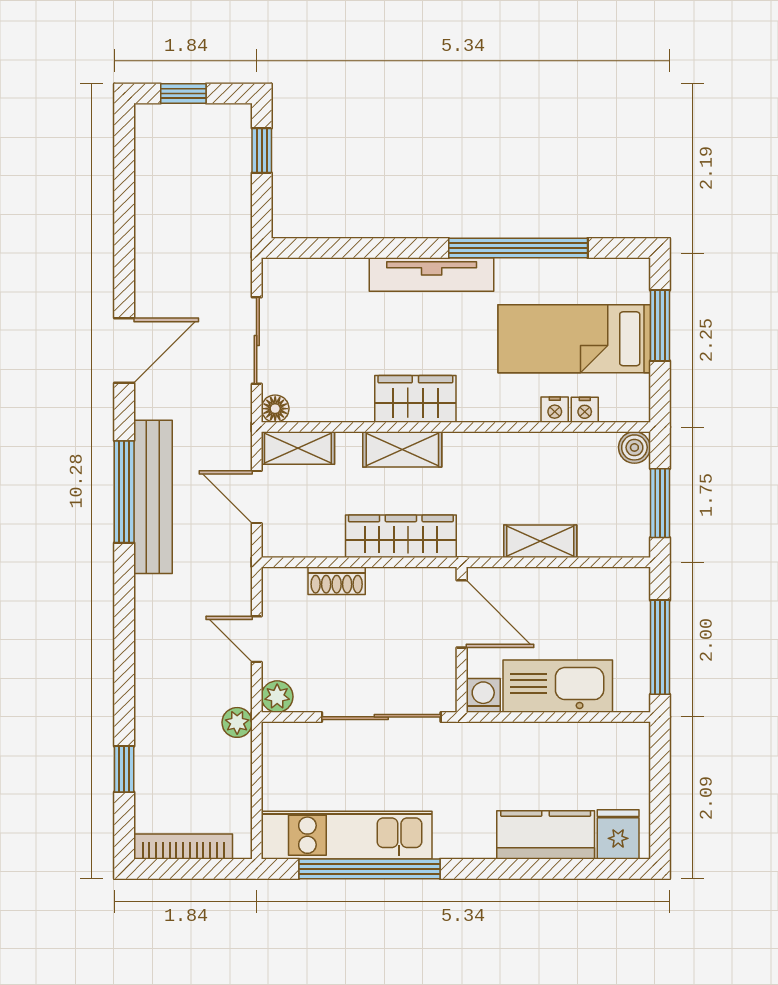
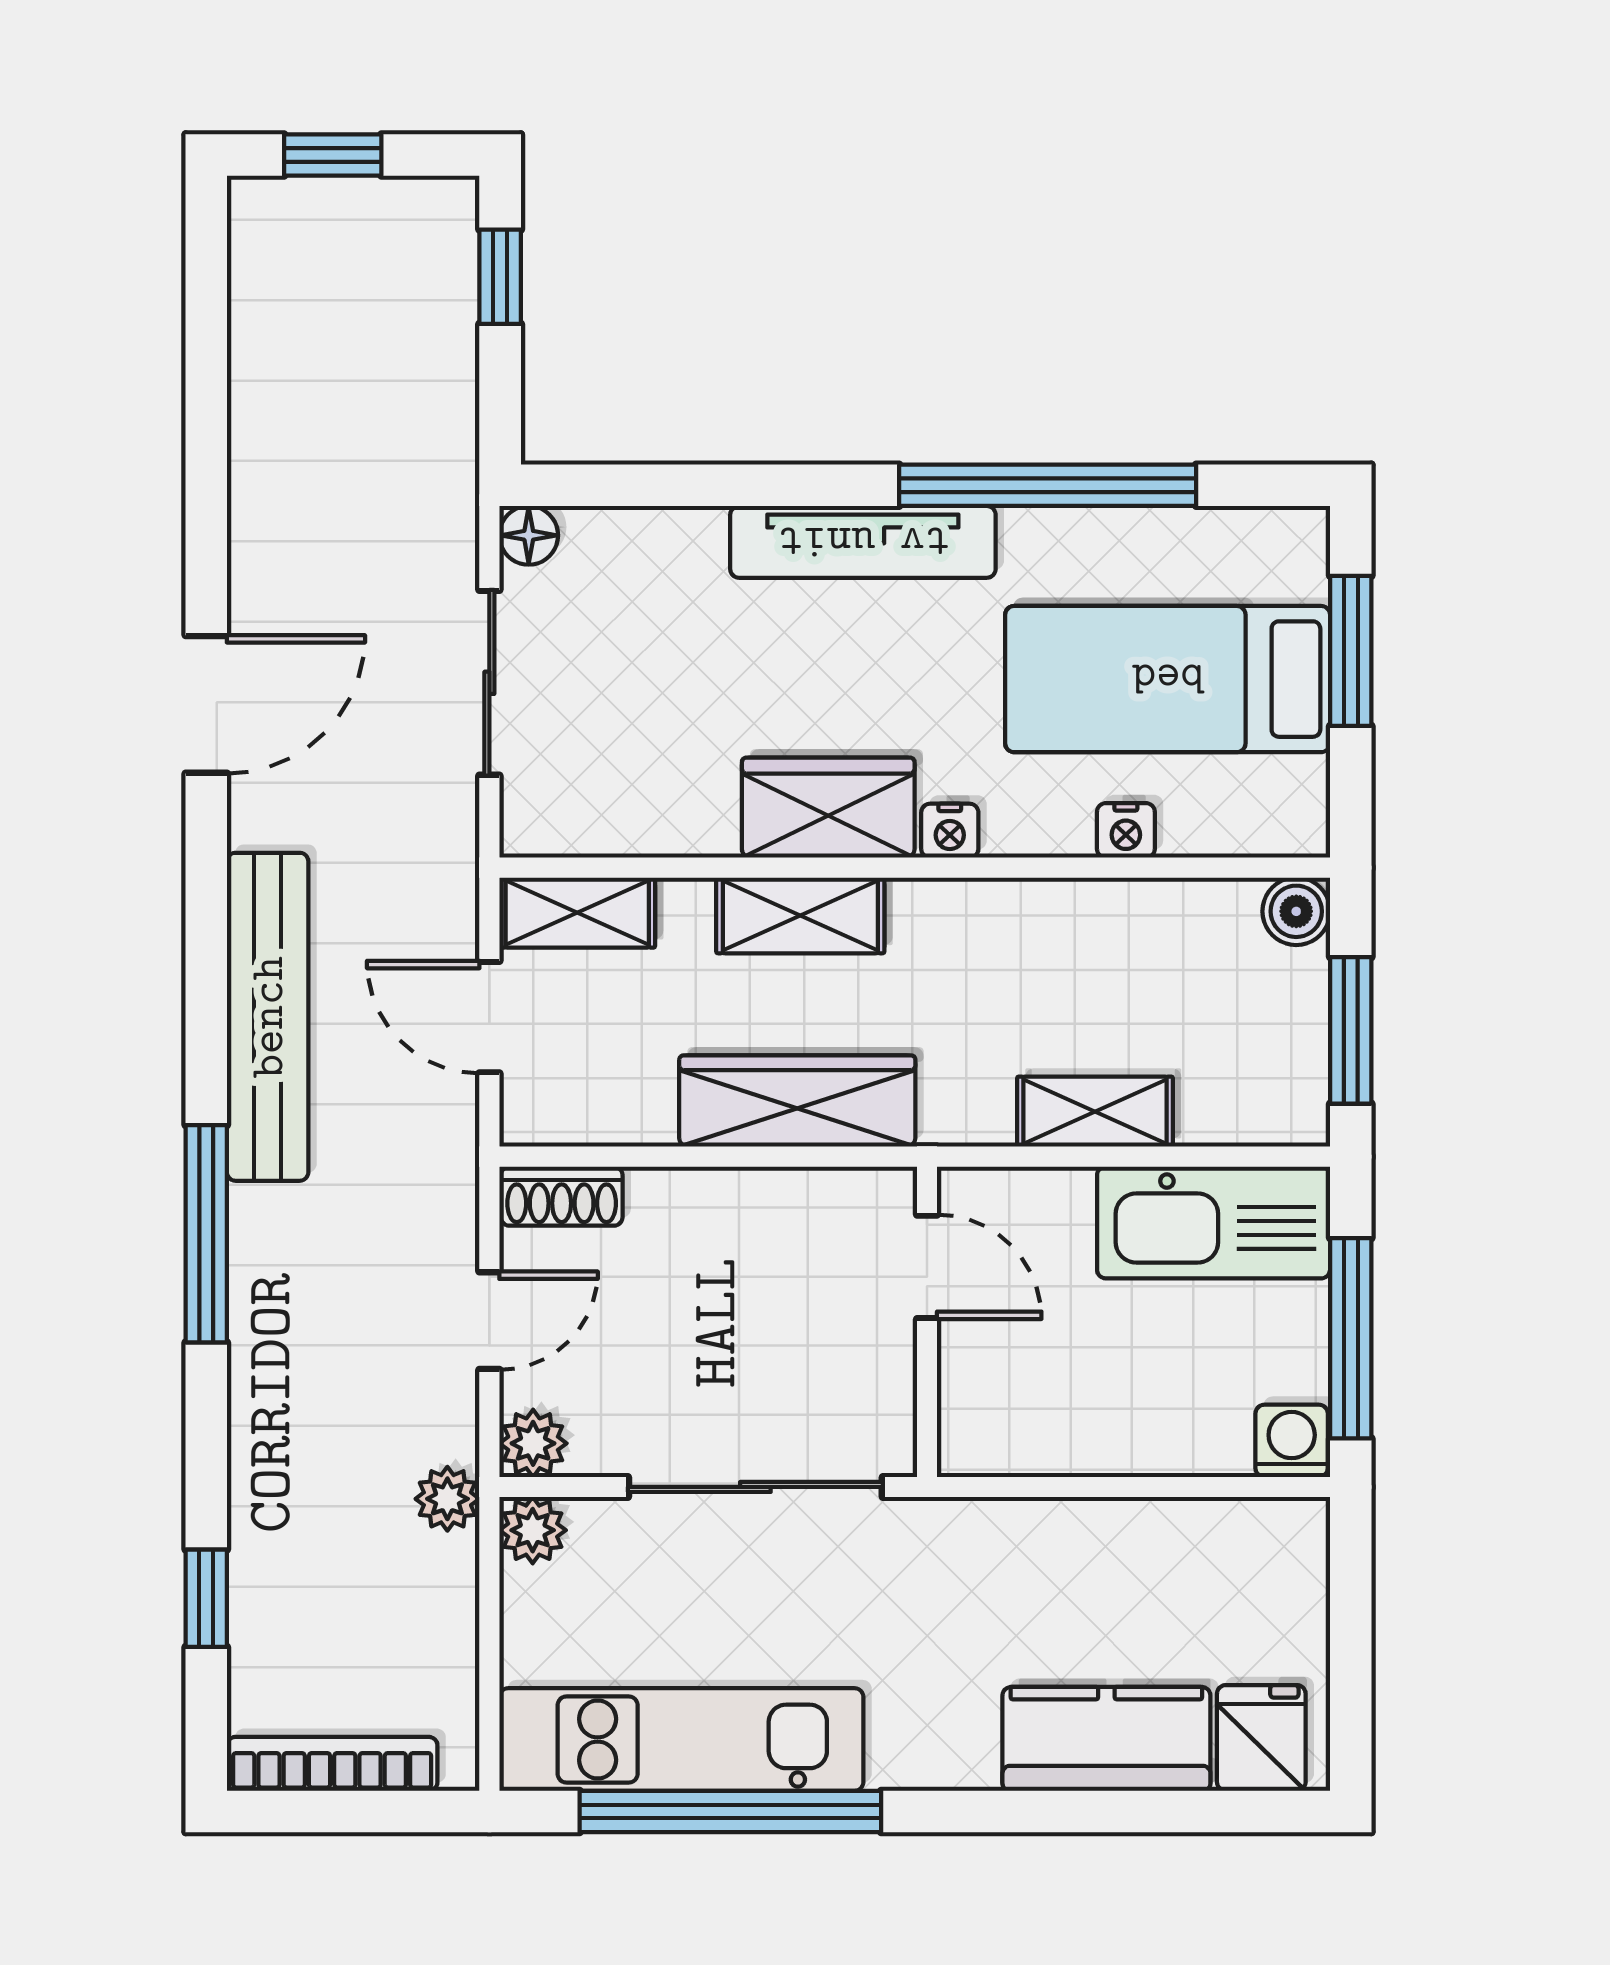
floor lamp: (275, 409) -> (529, 535), moved
nightstand: (585, 410) -> (950, 831), moved
window: (124, 492) -> (206, 1234), moved
shoe rack: (337, 581) -> (562, 1196), moved
door: (462, 614) -> (927, 1267), width x0.73
door: (257, 639) -> (489, 1321), swing flipped
kitchen sink: (558, 686) -> (1214, 1222), moved, turned 180
washing machine: (483, 695) -> (1292, 1441), moved
plant: (277, 737) -> (533, 1530), added

